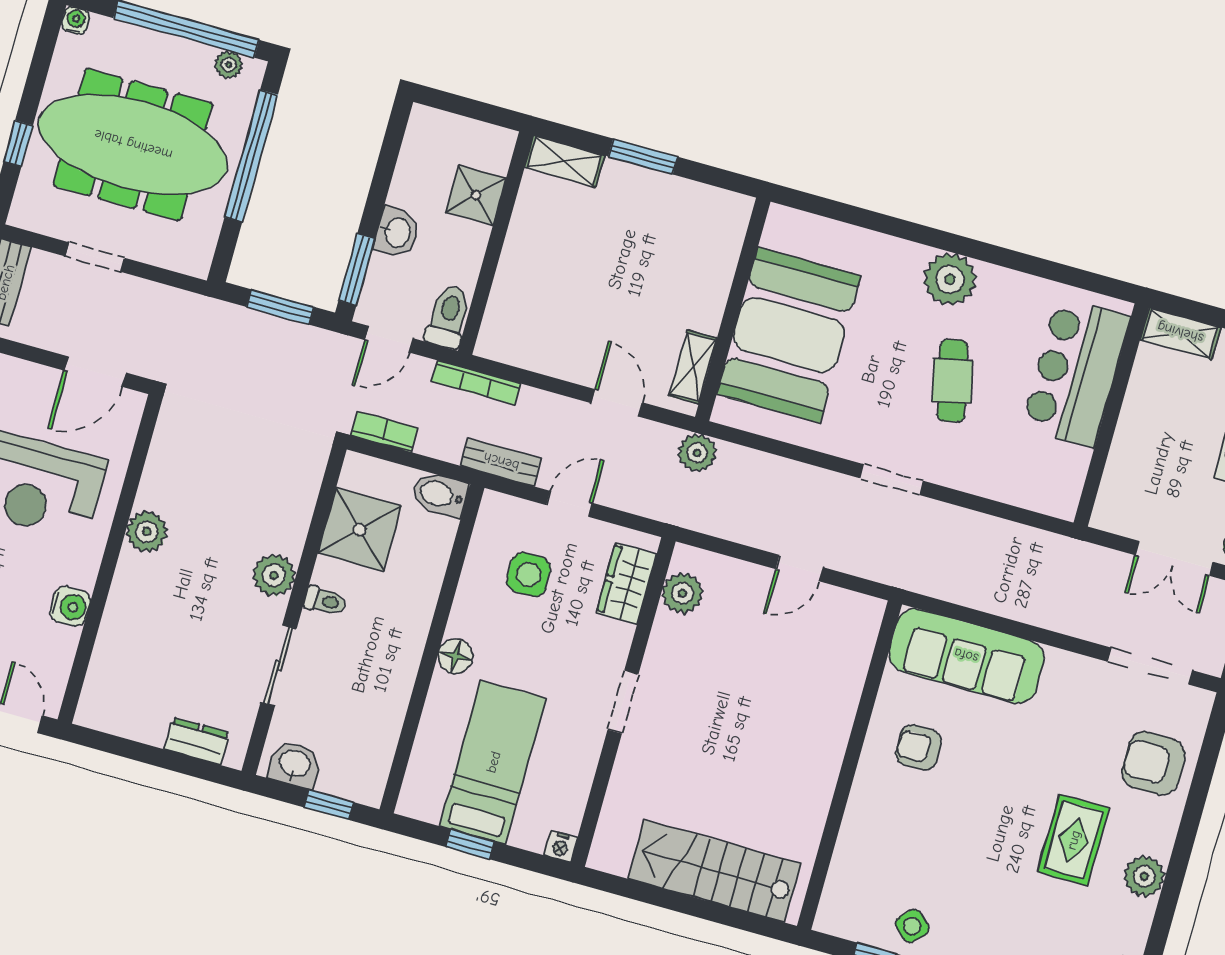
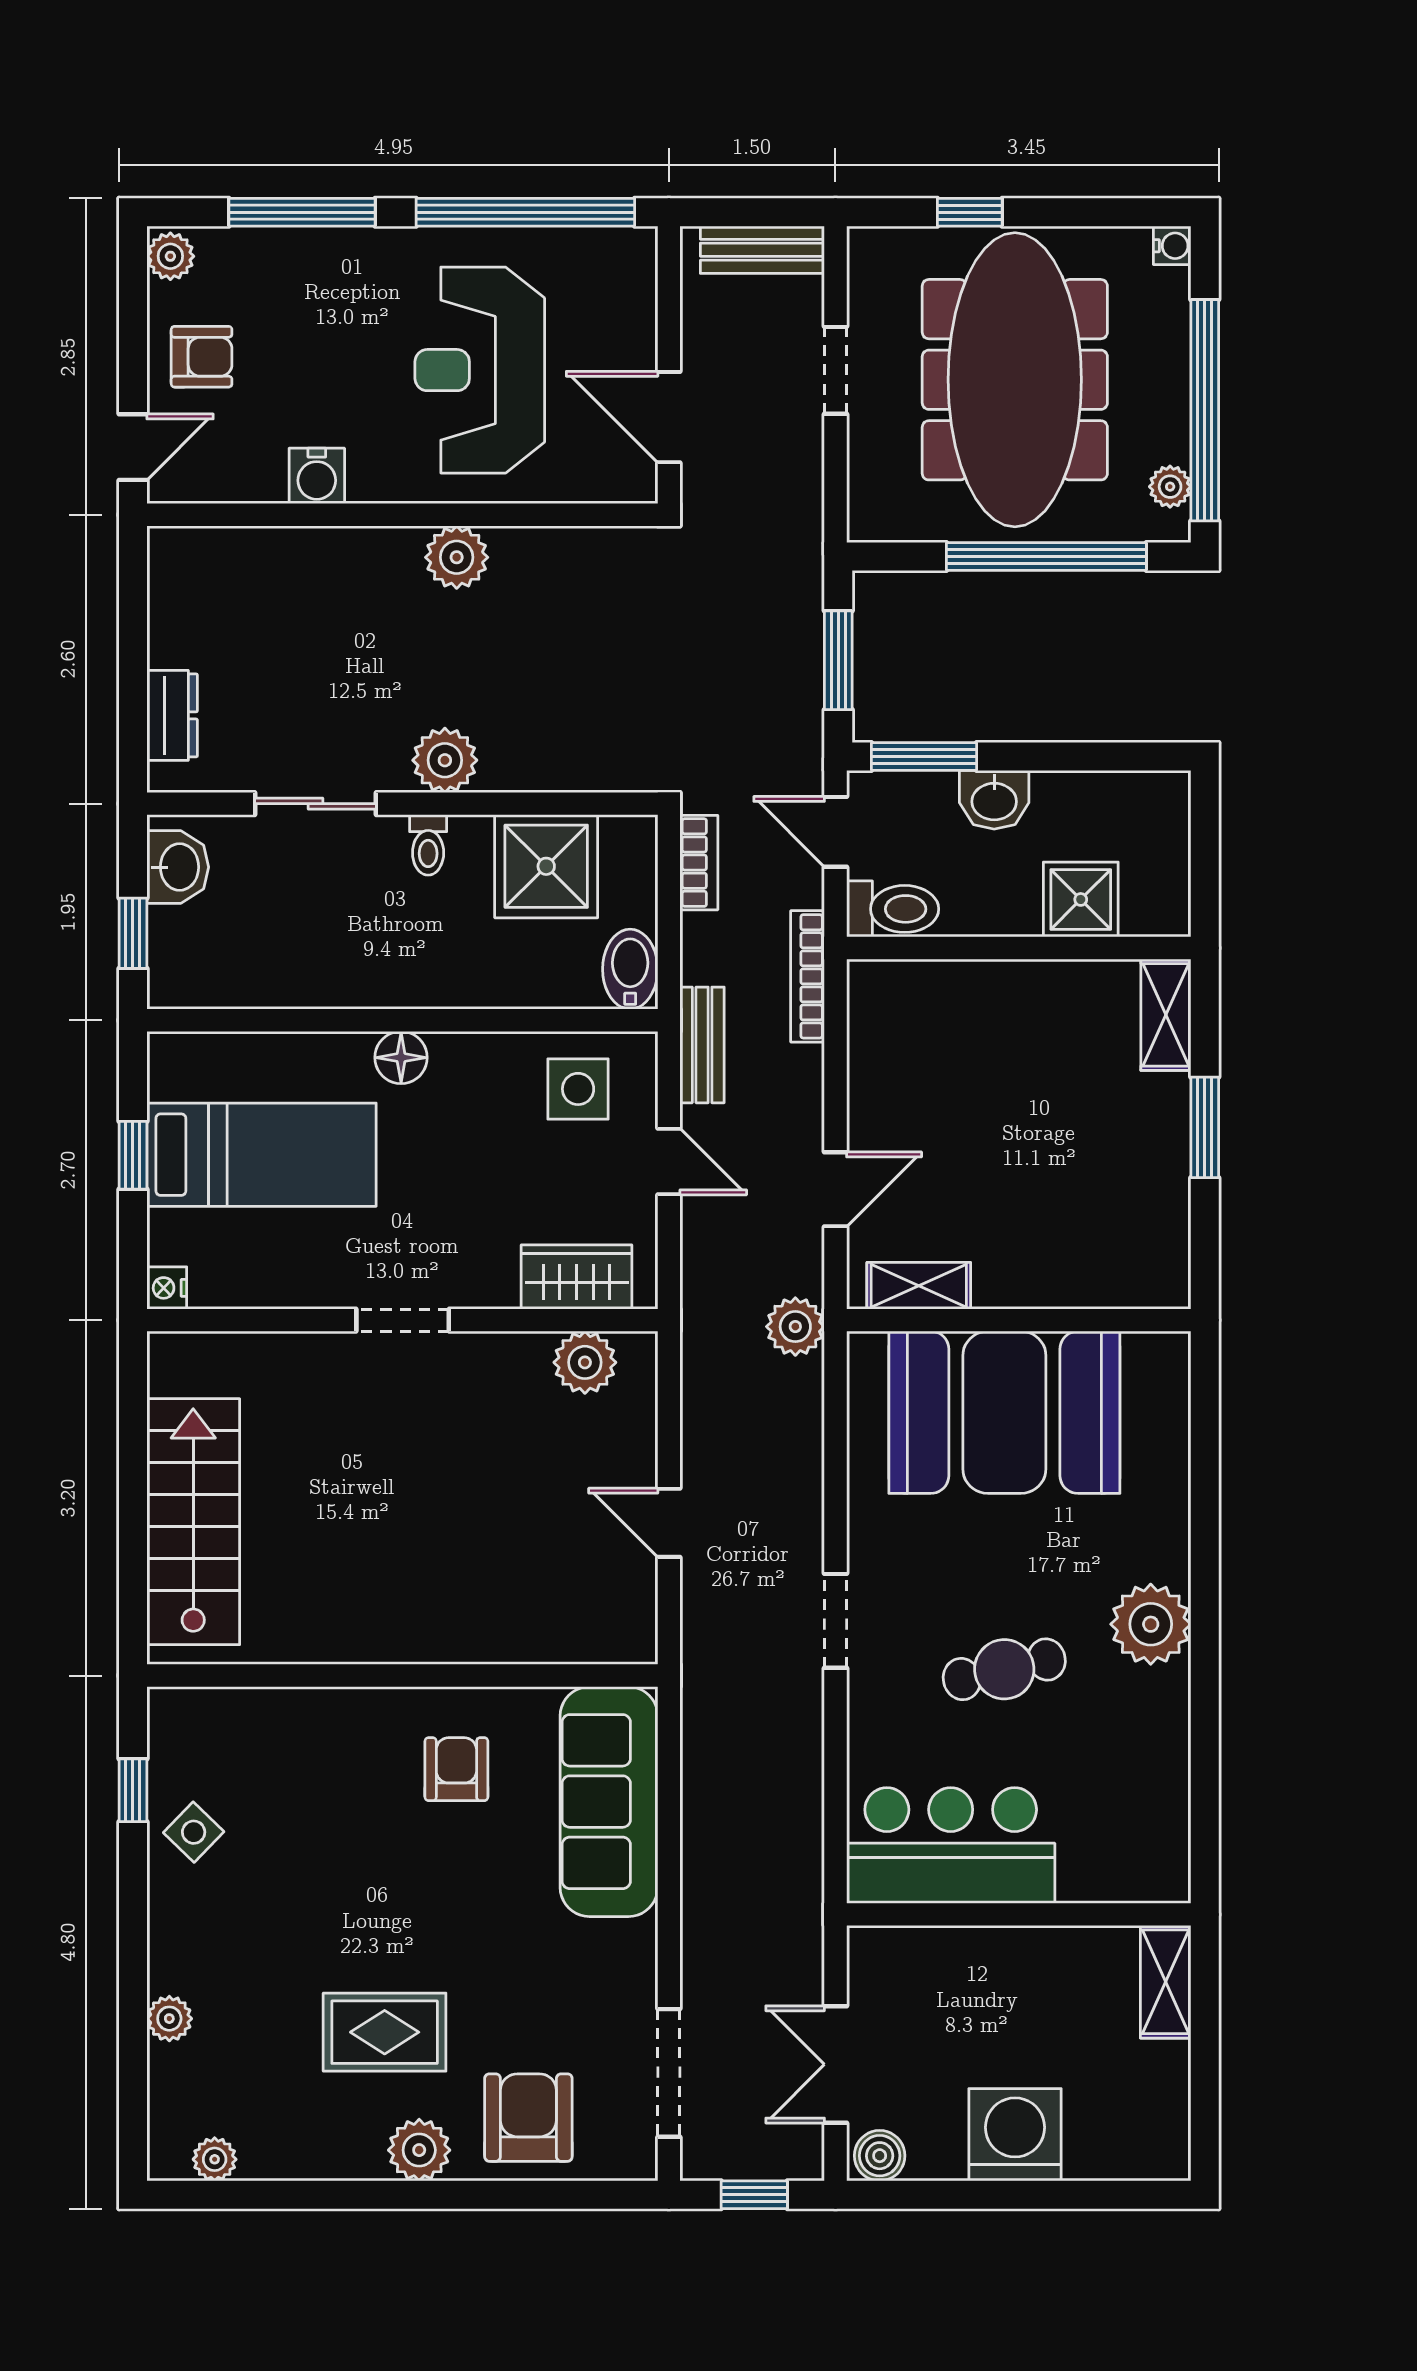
bar counter: (1076, 372) -> (951, 1845), moved
side table: (529, 574) -> (578, 1089), moved
plant: (1144, 876) -> (419, 2150), moved

